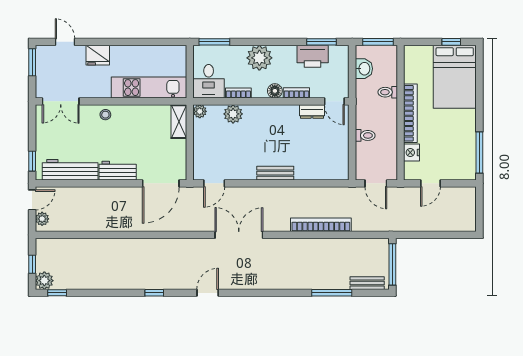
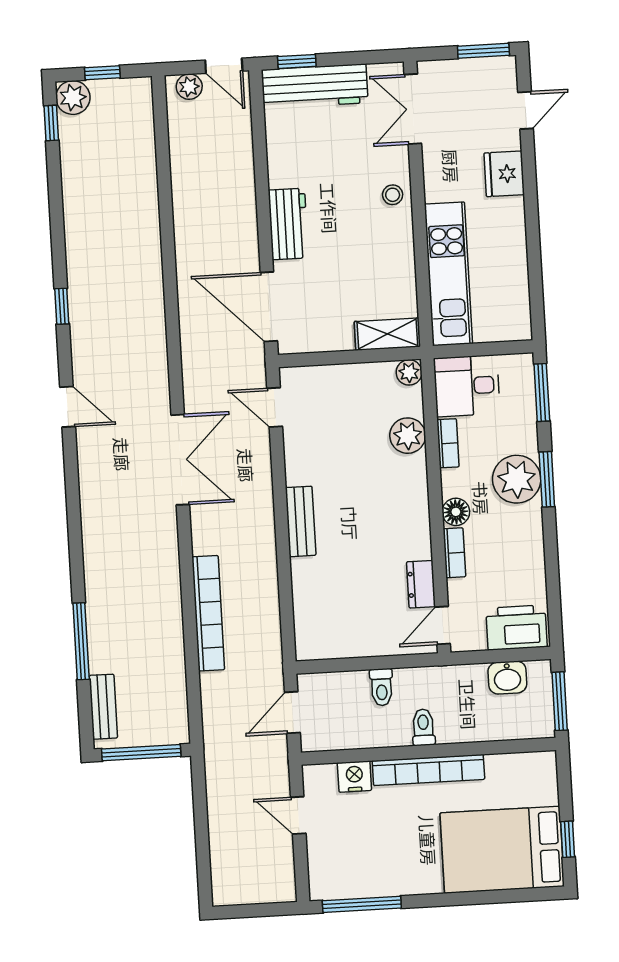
window: (322, 42) -> (547, 479), moved
printer: (313, 56) -> (517, 628), moved, turned 90
toilet: (388, 92) -> (423, 727), moved
workbench: (70, 170) -> (315, 86), moved, turned 90

